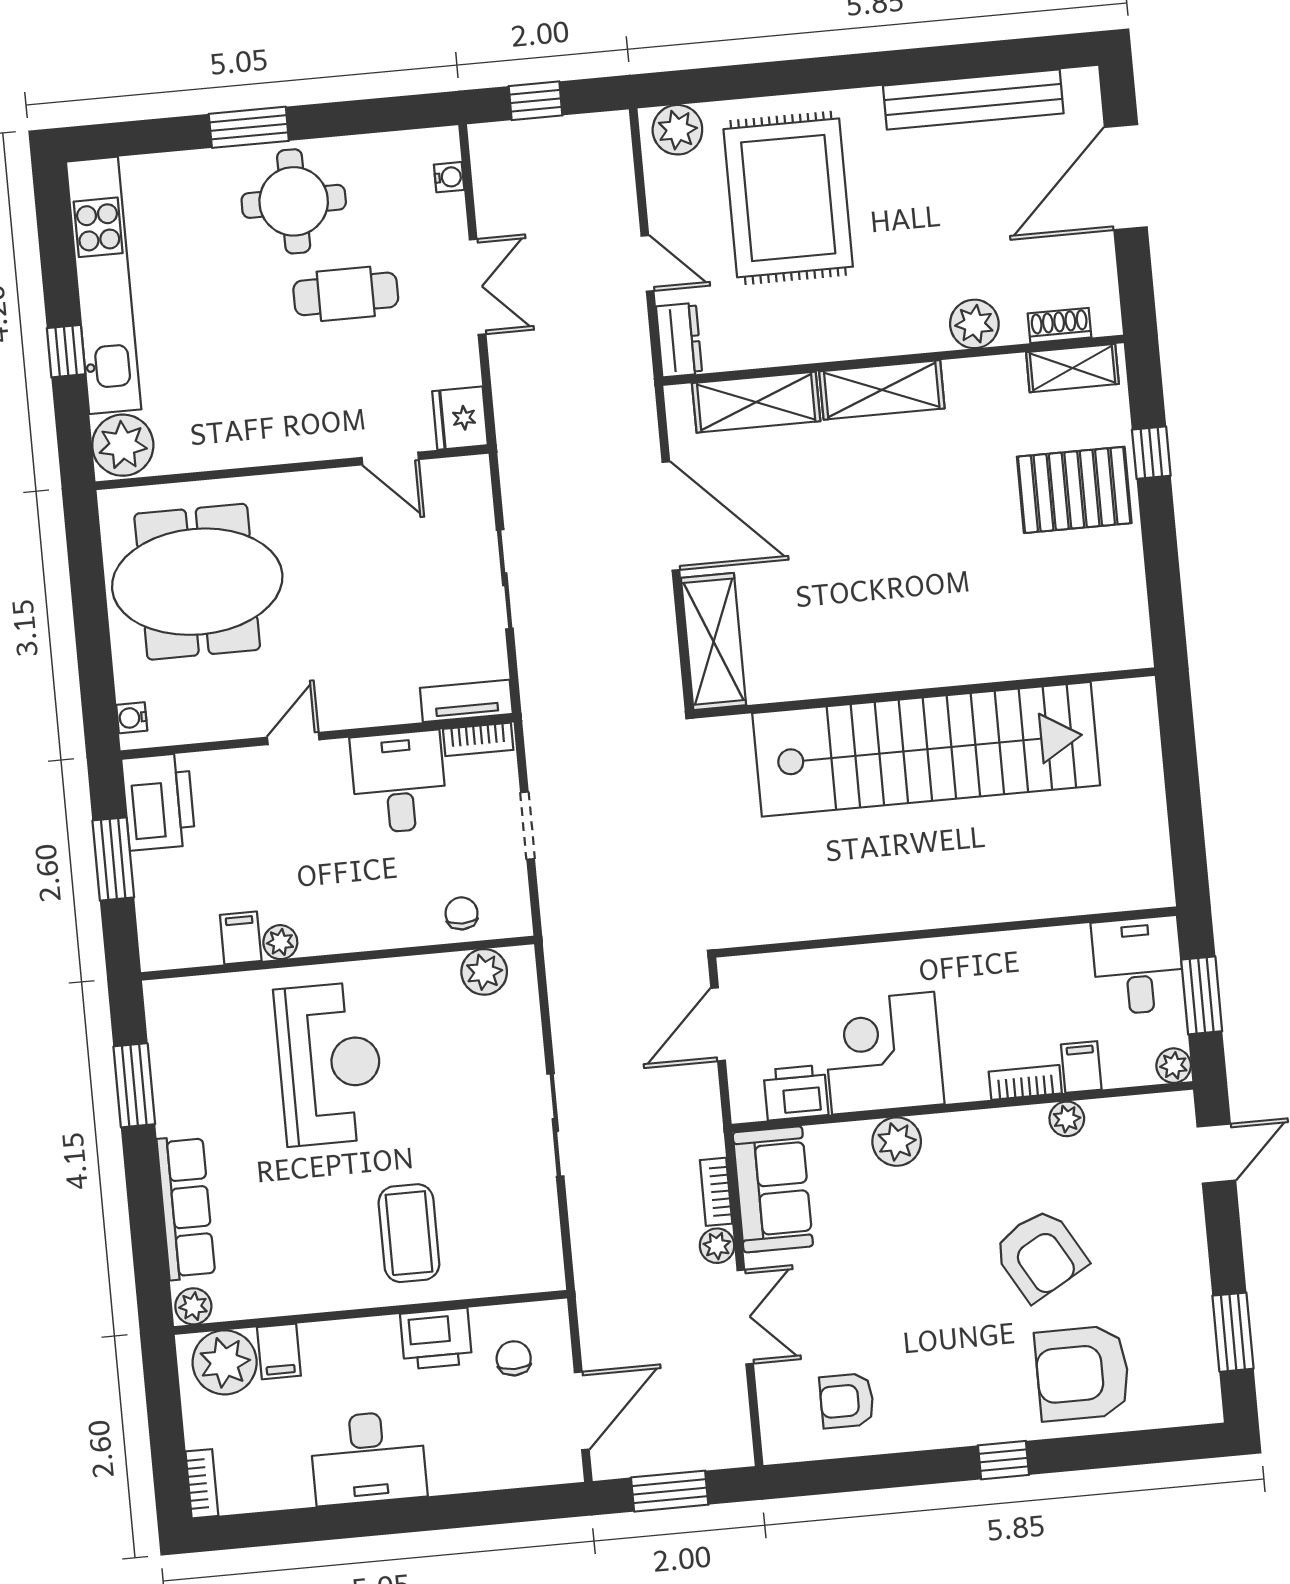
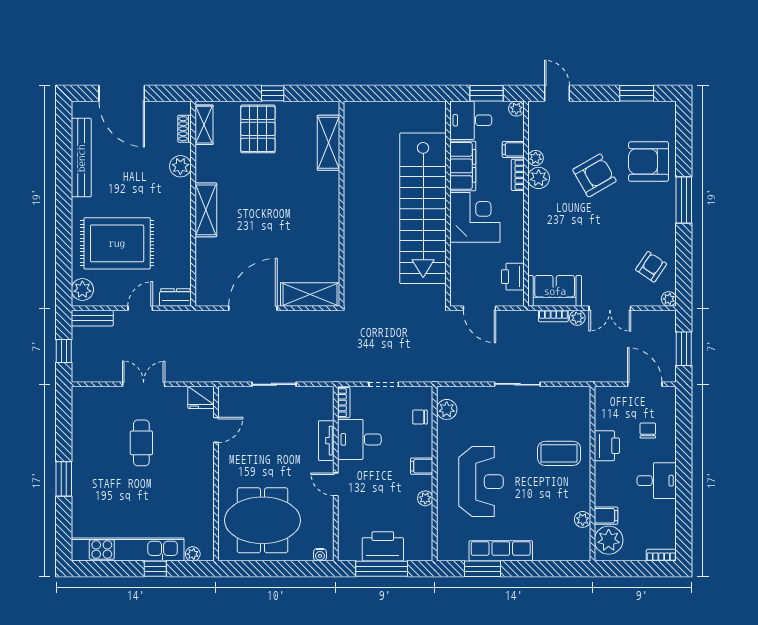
bench: (615, 158) -> (92, 318), added
water cooler: (449, 177) -> (94, 392), removed
round table: (294, 201) -> (98, 462), removed
shelving: (756, 402) -> (329, 143), moved
plant: (123, 445) -> (193, 554), width x0.53, depth x0.53
window: (1151, 453) -> (273, 93), moved
meeting table: (197, 582) -> (262, 520), turned 90
tv unit: (466, 701) -> (326, 441), moved
stairs: (926, 749) -> (423, 208), moved, turned 180
printer: (159, 802) -> (383, 546), moved
window: (113, 859) -> (382, 569), width x1.44
filing cabinet: (241, 938) -> (422, 466), moved
filing cabinet: (1034, 957) -> (463, 166), added
corner desk: (883, 1053) -> (475, 217), moved, turned 180
reception desk: (330, 1064) -> (481, 482), turned 90
plant: (897, 1142) -> (539, 178), moved
row of seats: (186, 1208) -> (501, 551), moved
plant: (193, 1306) -> (583, 519), moved
double door: (745, 1317) -> (610, 308), swing flipped
chair: (514, 1358) -> (648, 430), moved, turned 90
armchair: (1082, 1373) -> (649, 162), turned 90
armchair: (847, 1401) -> (651, 267), turned -146
plant: (778, 1447) -> (669, 299), added
desk: (368, 1458) -> (657, 481), width x0.73
window: (1003, 1460) -> (684, 200), width x2.17

